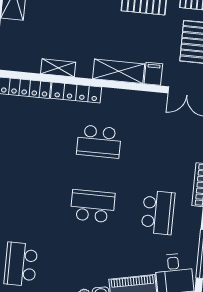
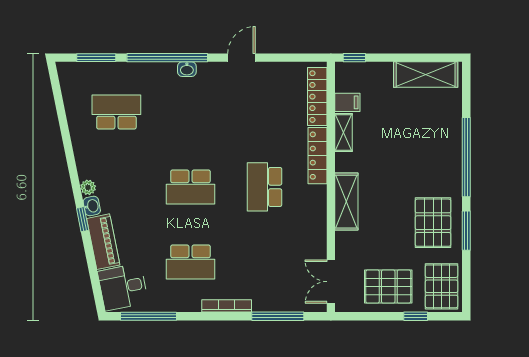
filing cabinet: (153, 74) -> (347, 102), moved
school desk: (93, 206) -> (190, 187), turned 90

